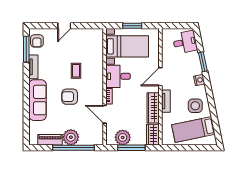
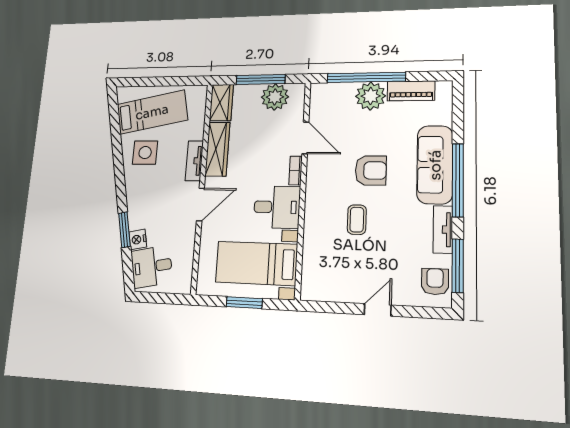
nightstand: (199, 80) -> (138, 239), moved
window: (26, 92) -> (458, 180), added

